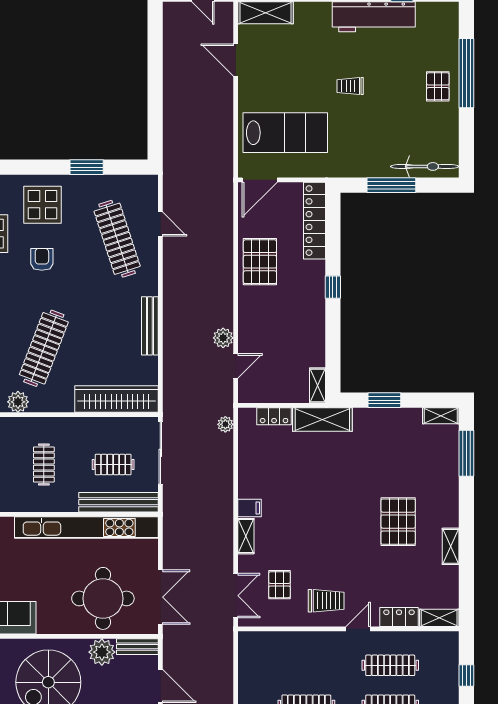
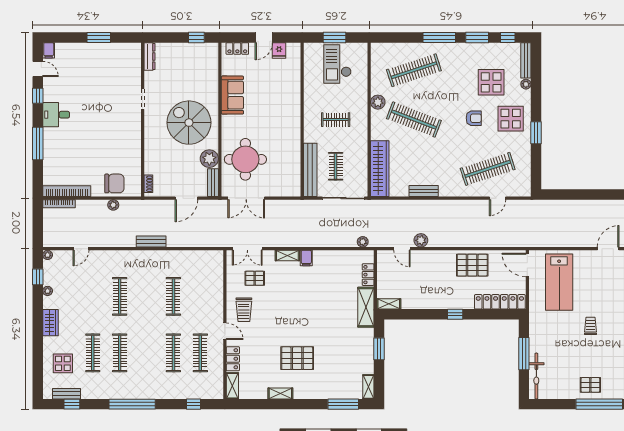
window: (87, 167) -> (536, 133), moved
bench: (150, 326) -> (424, 191), width x0.73
kitchen unit: (86, 527) -> (293, 148), removed

